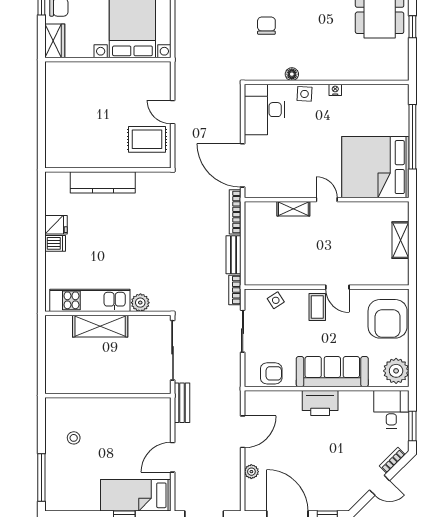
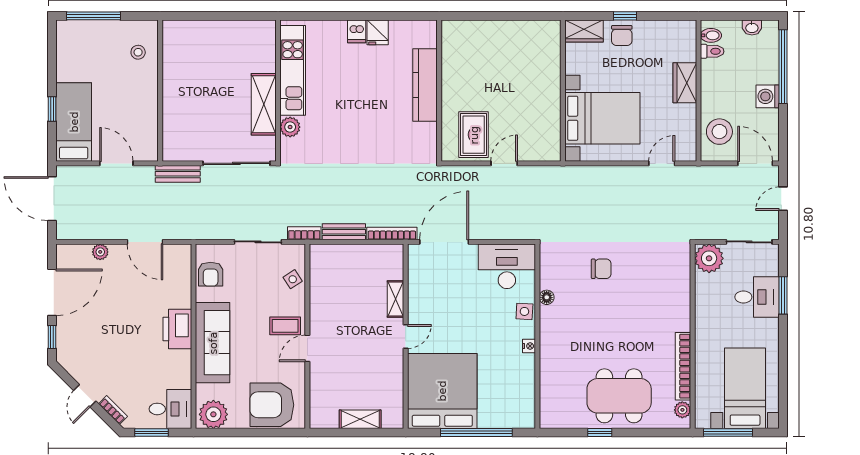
shelving: (100, 326) -> (264, 104), moved
wall: (108, 396) -> (160, 91), moved

